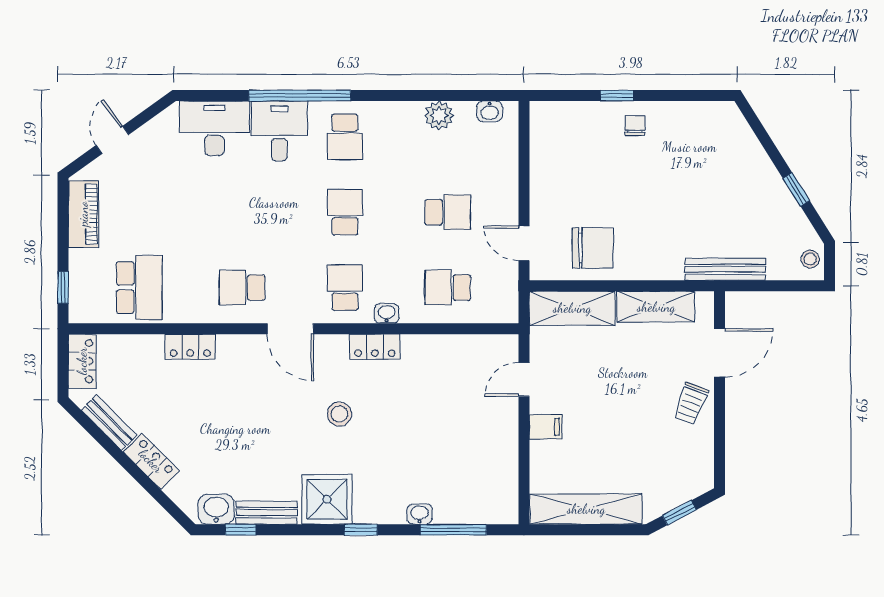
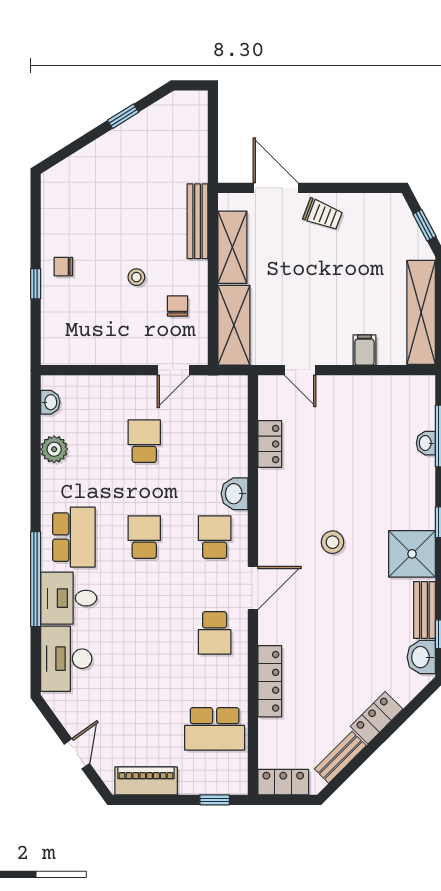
school desk: (345, 137) -> (74, 537), width x1.85
door: (112, 140) -> (77, 754), swing flipped
school desk: (345, 212) -> (144, 537), turned 90
chair: (593, 248) -> (178, 306), width x0.54, depth x0.54
stool: (810, 259) -> (136, 277), moved
bench: (725, 269) -> (197, 221), moved
school desk: (139, 288) -> (215, 729), turned 180
school desk: (345, 288) -> (215, 537), turned 90
school desk: (448, 288) -> (215, 441), removed
washbasin: (387, 313) -> (235, 494), width x1.38, depth x1.45
locker: (190, 347) -> (270, 681), width x1.53
locker: (375, 347) -> (270, 444), moved
filing cabinet: (546, 427) -> (364, 350), moved
washbasin: (420, 514) -> (426, 443), moved

